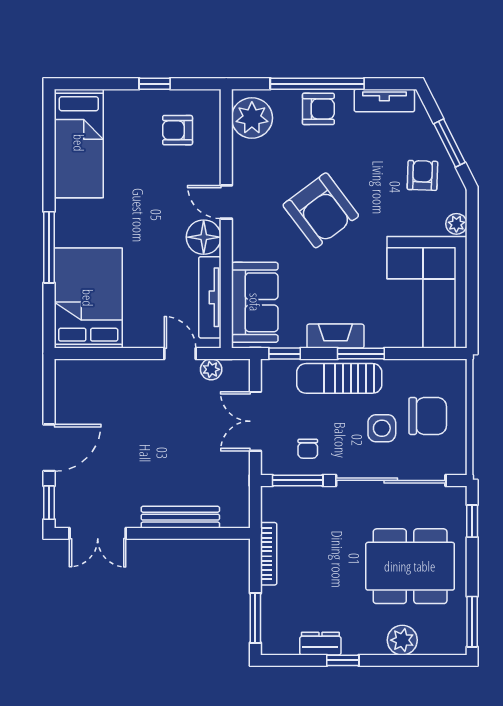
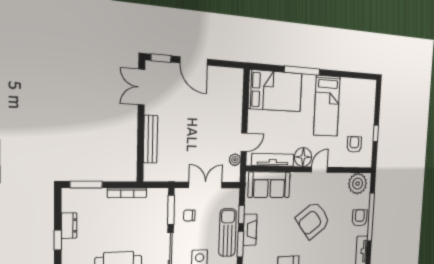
armchair: (318, 109) -> (360, 218), turned 180
bed: (79, 143) -> (327, 106), moved, turned -90
window: (285, 354) -> (241, 214), moved

